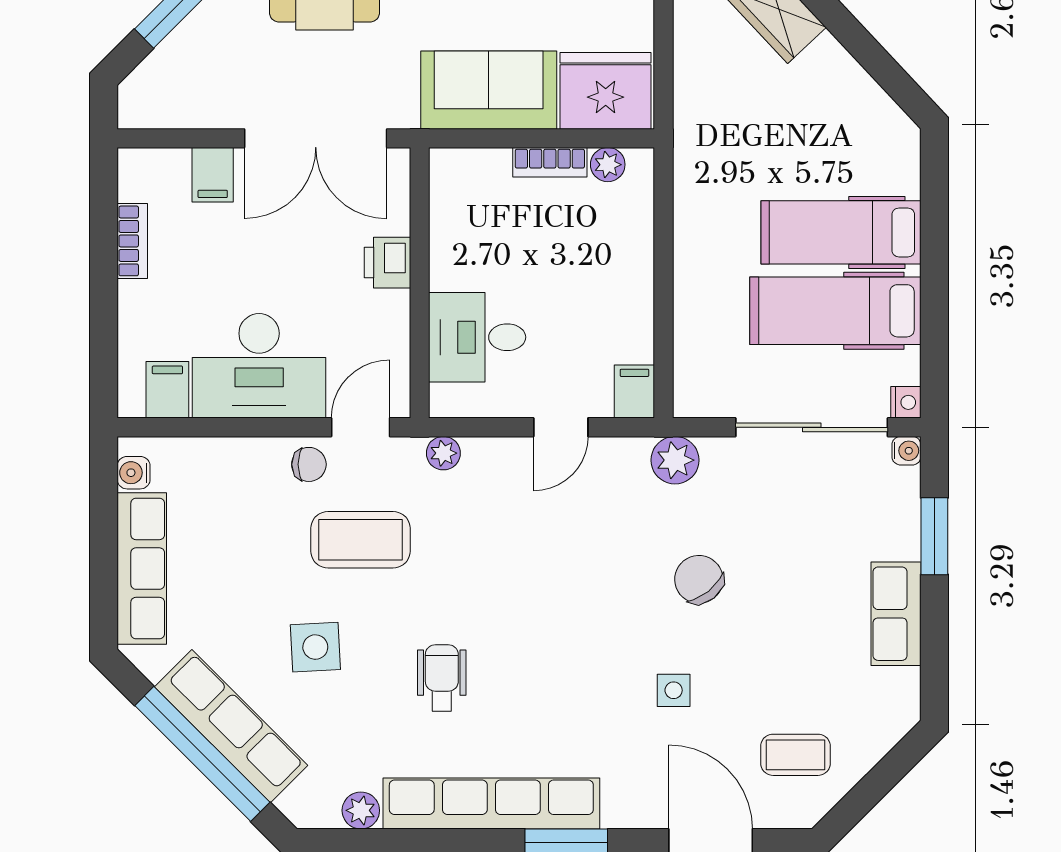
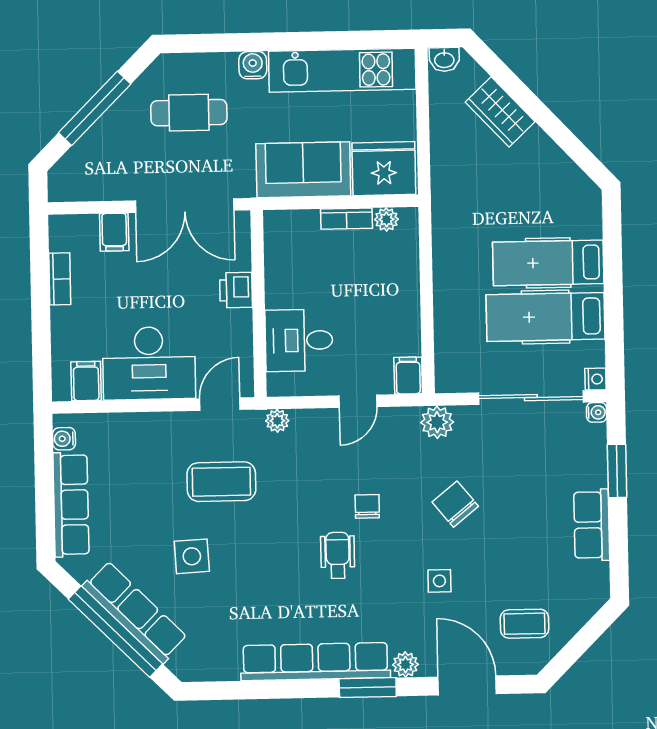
chair: (309, 464) -> (367, 506), moved, turned -90
wheelchair: (442, 678) -> (338, 555), moved
plant: (361, 810) -> (405, 665), moved

